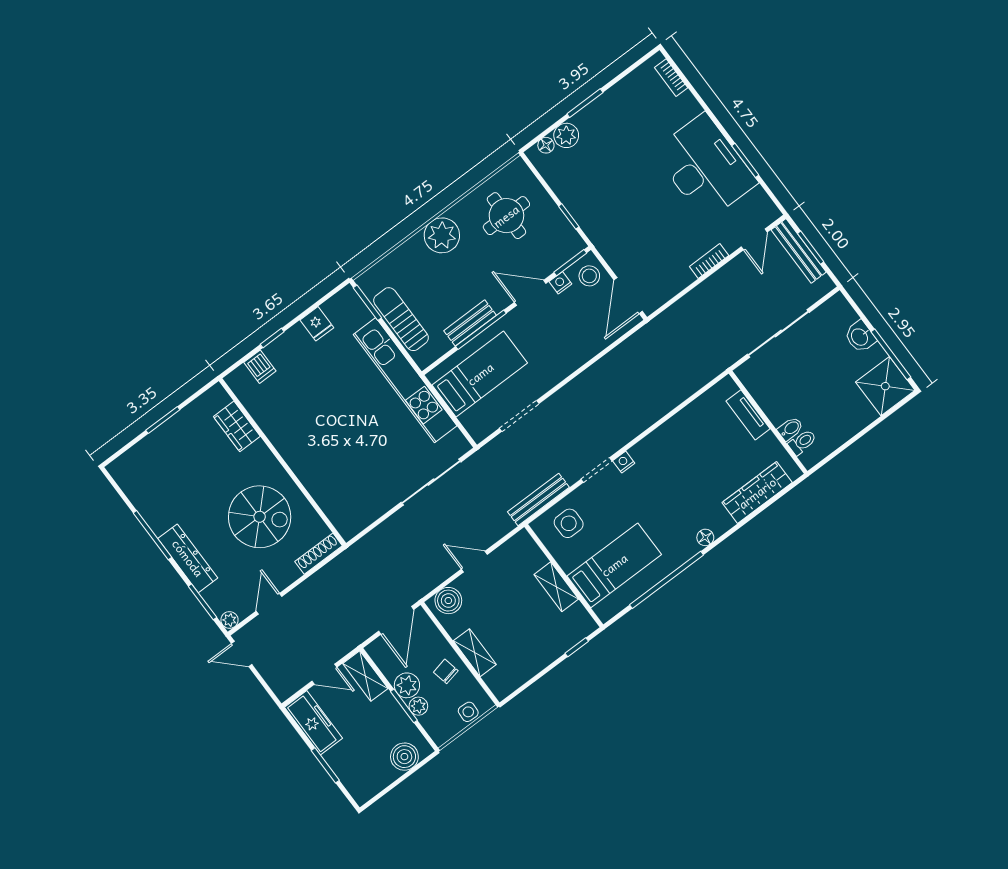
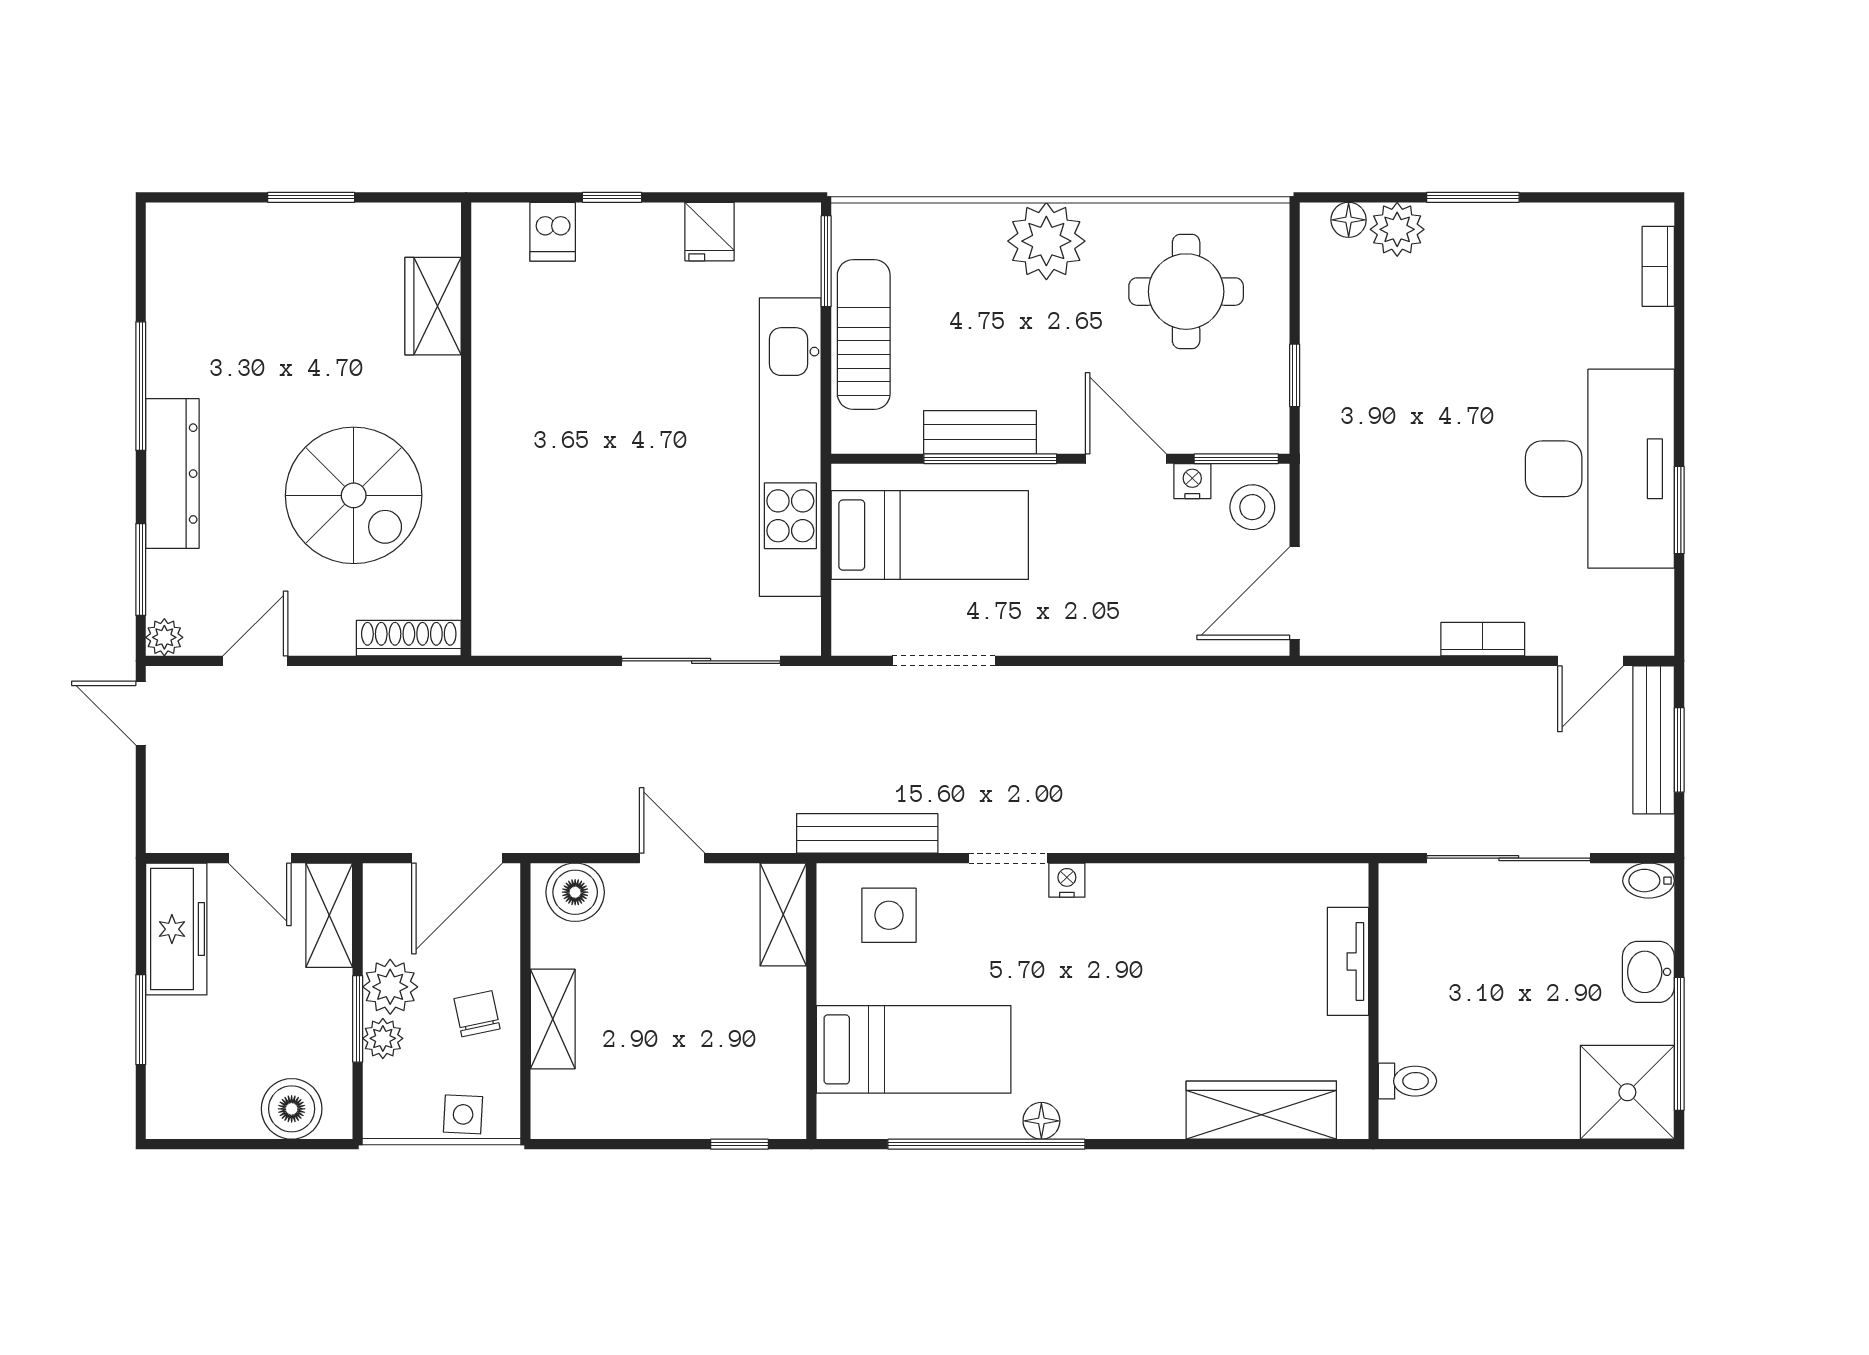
bidet: (790, 429) -> (1649, 881), moved, turned 180
floor lamp: (705, 537) -> (1041, 1121), moved
shelving: (556, 587) -> (783, 914), moved

